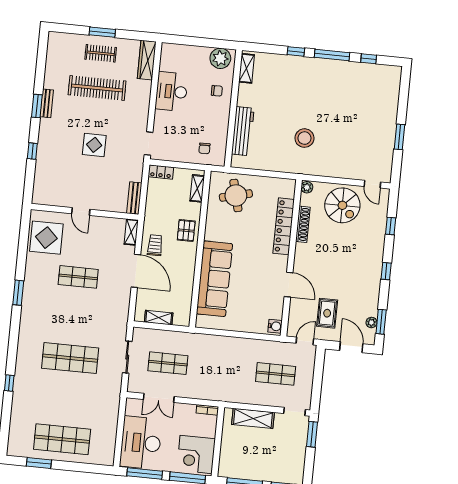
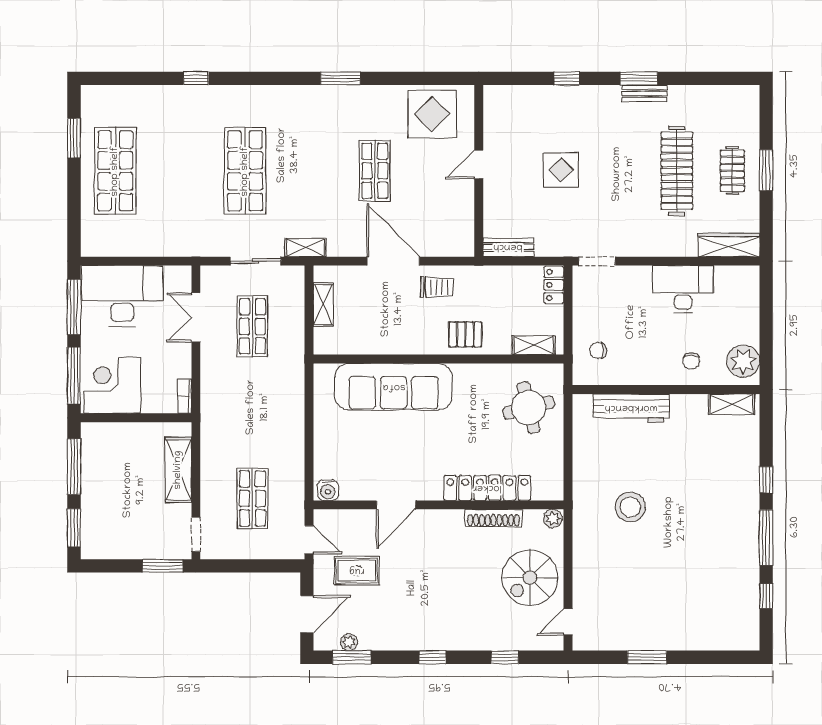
display table: (94, 145) -> (561, 170), moved
shelving: (131, 232) -> (305, 248), moved
door: (136, 271) -> (393, 261), swing flipped

